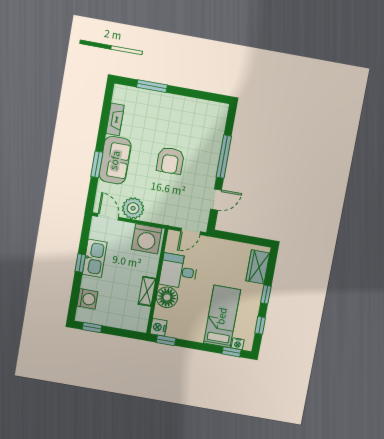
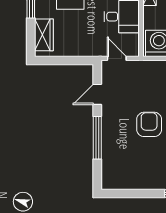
door: (191, 231) -> (117, 58), hinge flipped

